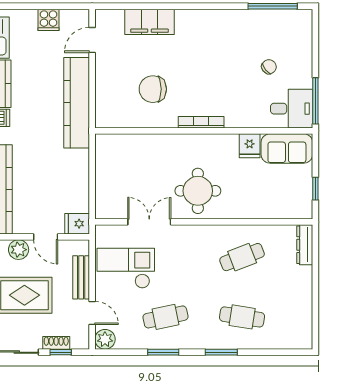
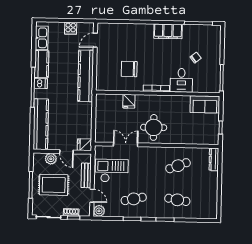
filing cabinet: (150, 22) -> (168, 31), moved
desk: (292, 109) -> (181, 80), moved, turned 90
fridge: (250, 146) -> (129, 101), moved

